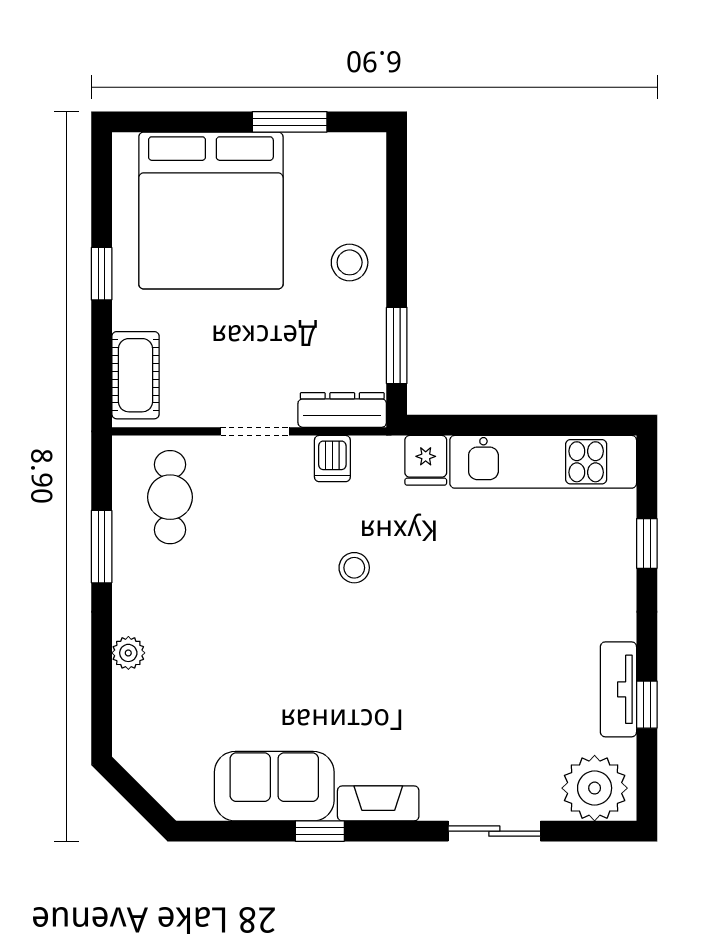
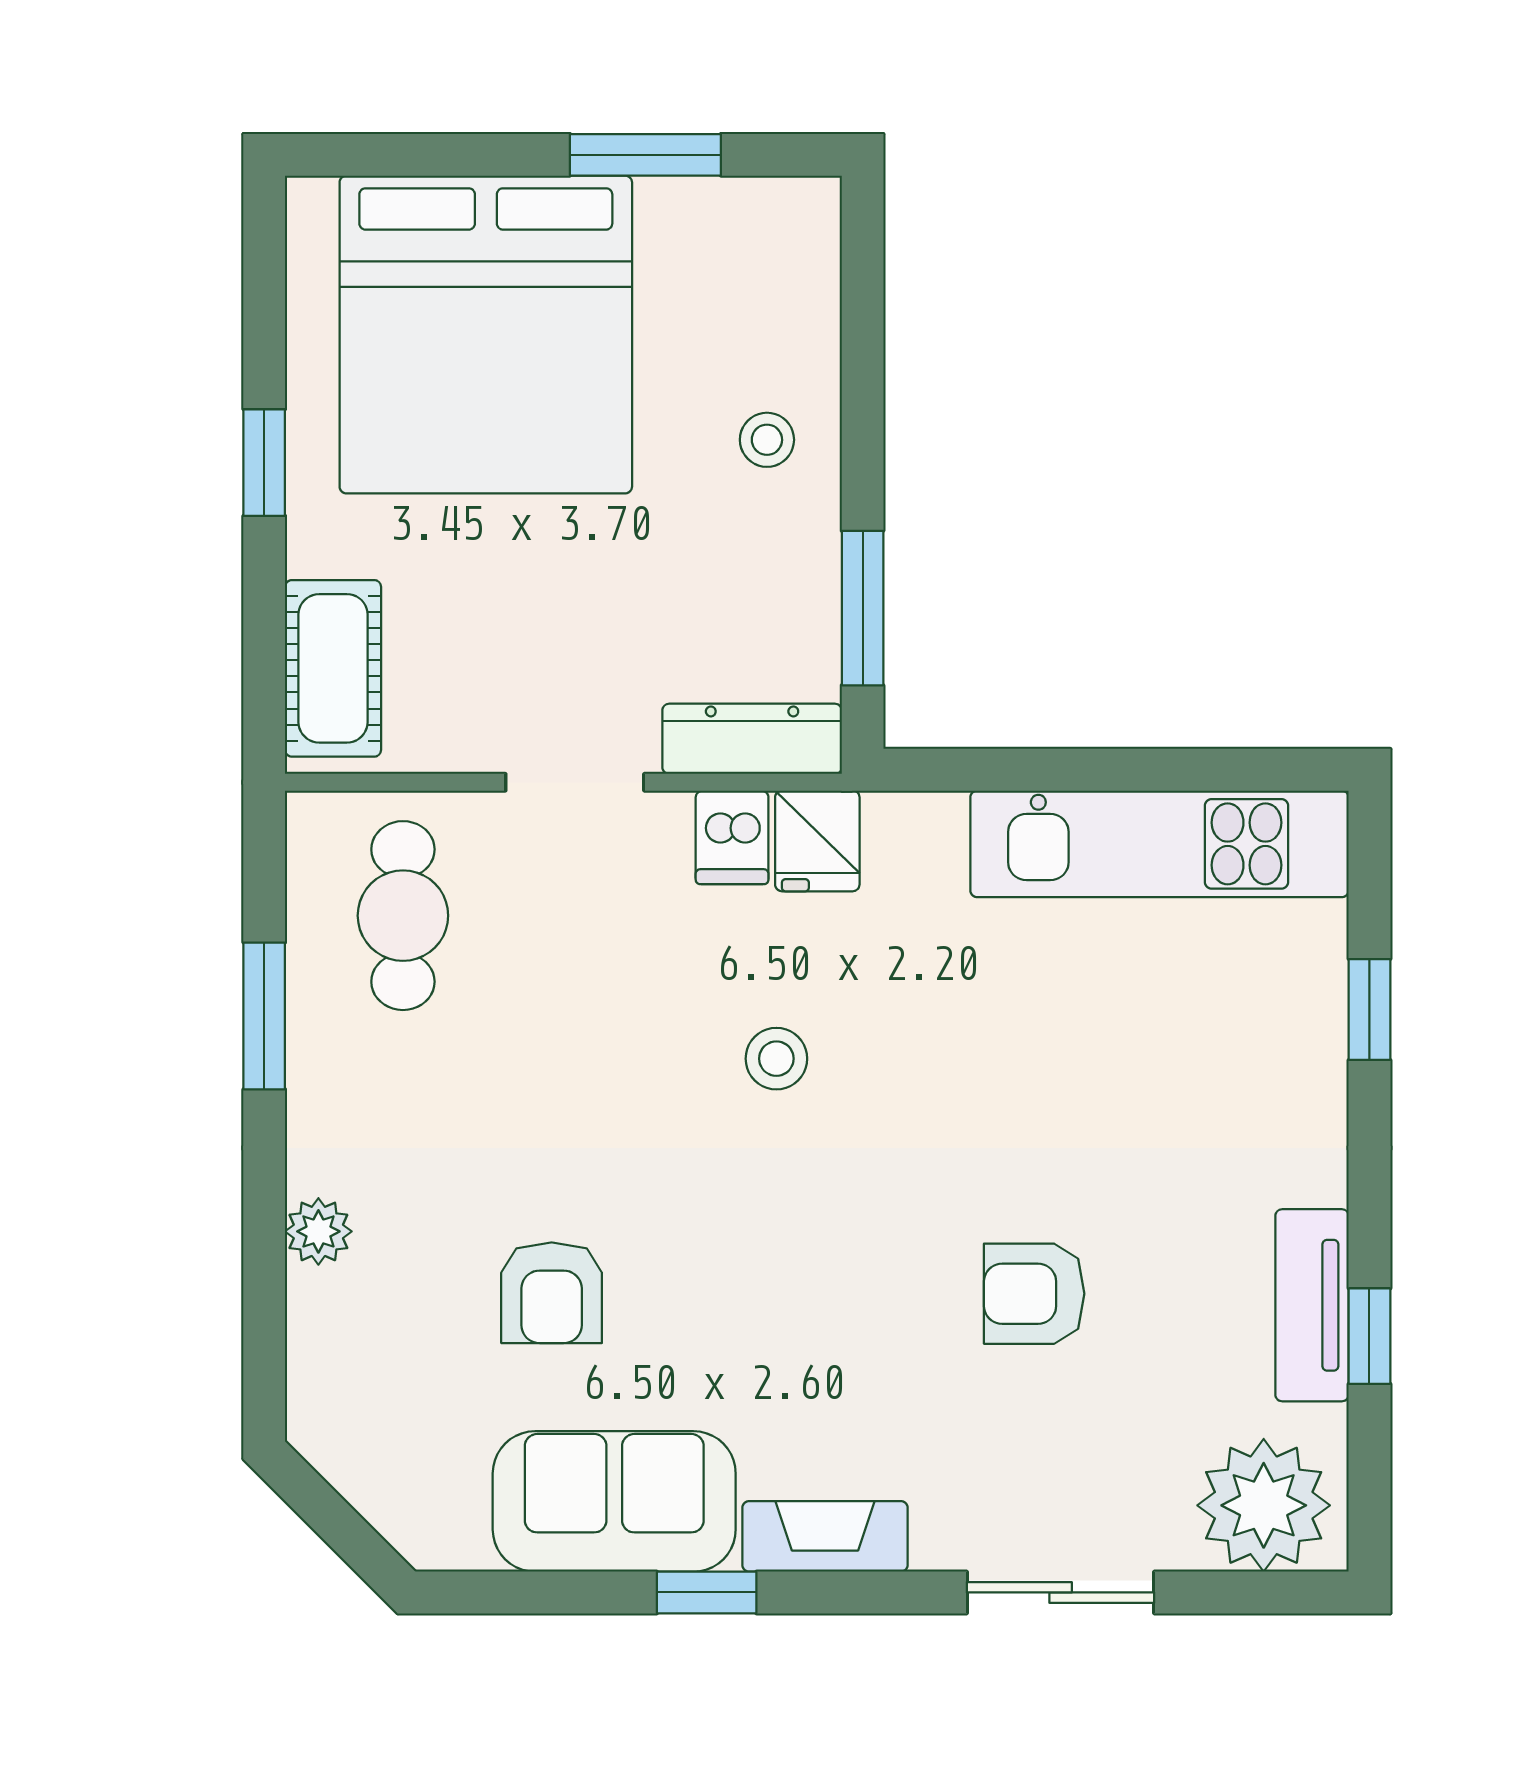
stool: (350, 262) -> (767, 440), width x0.73, depth x0.73
fridge: (426, 460) -> (817, 841), moved
armchair: (243, 683) -> (552, 1293), added
armchair: (481, 684) -> (1034, 1294), added

